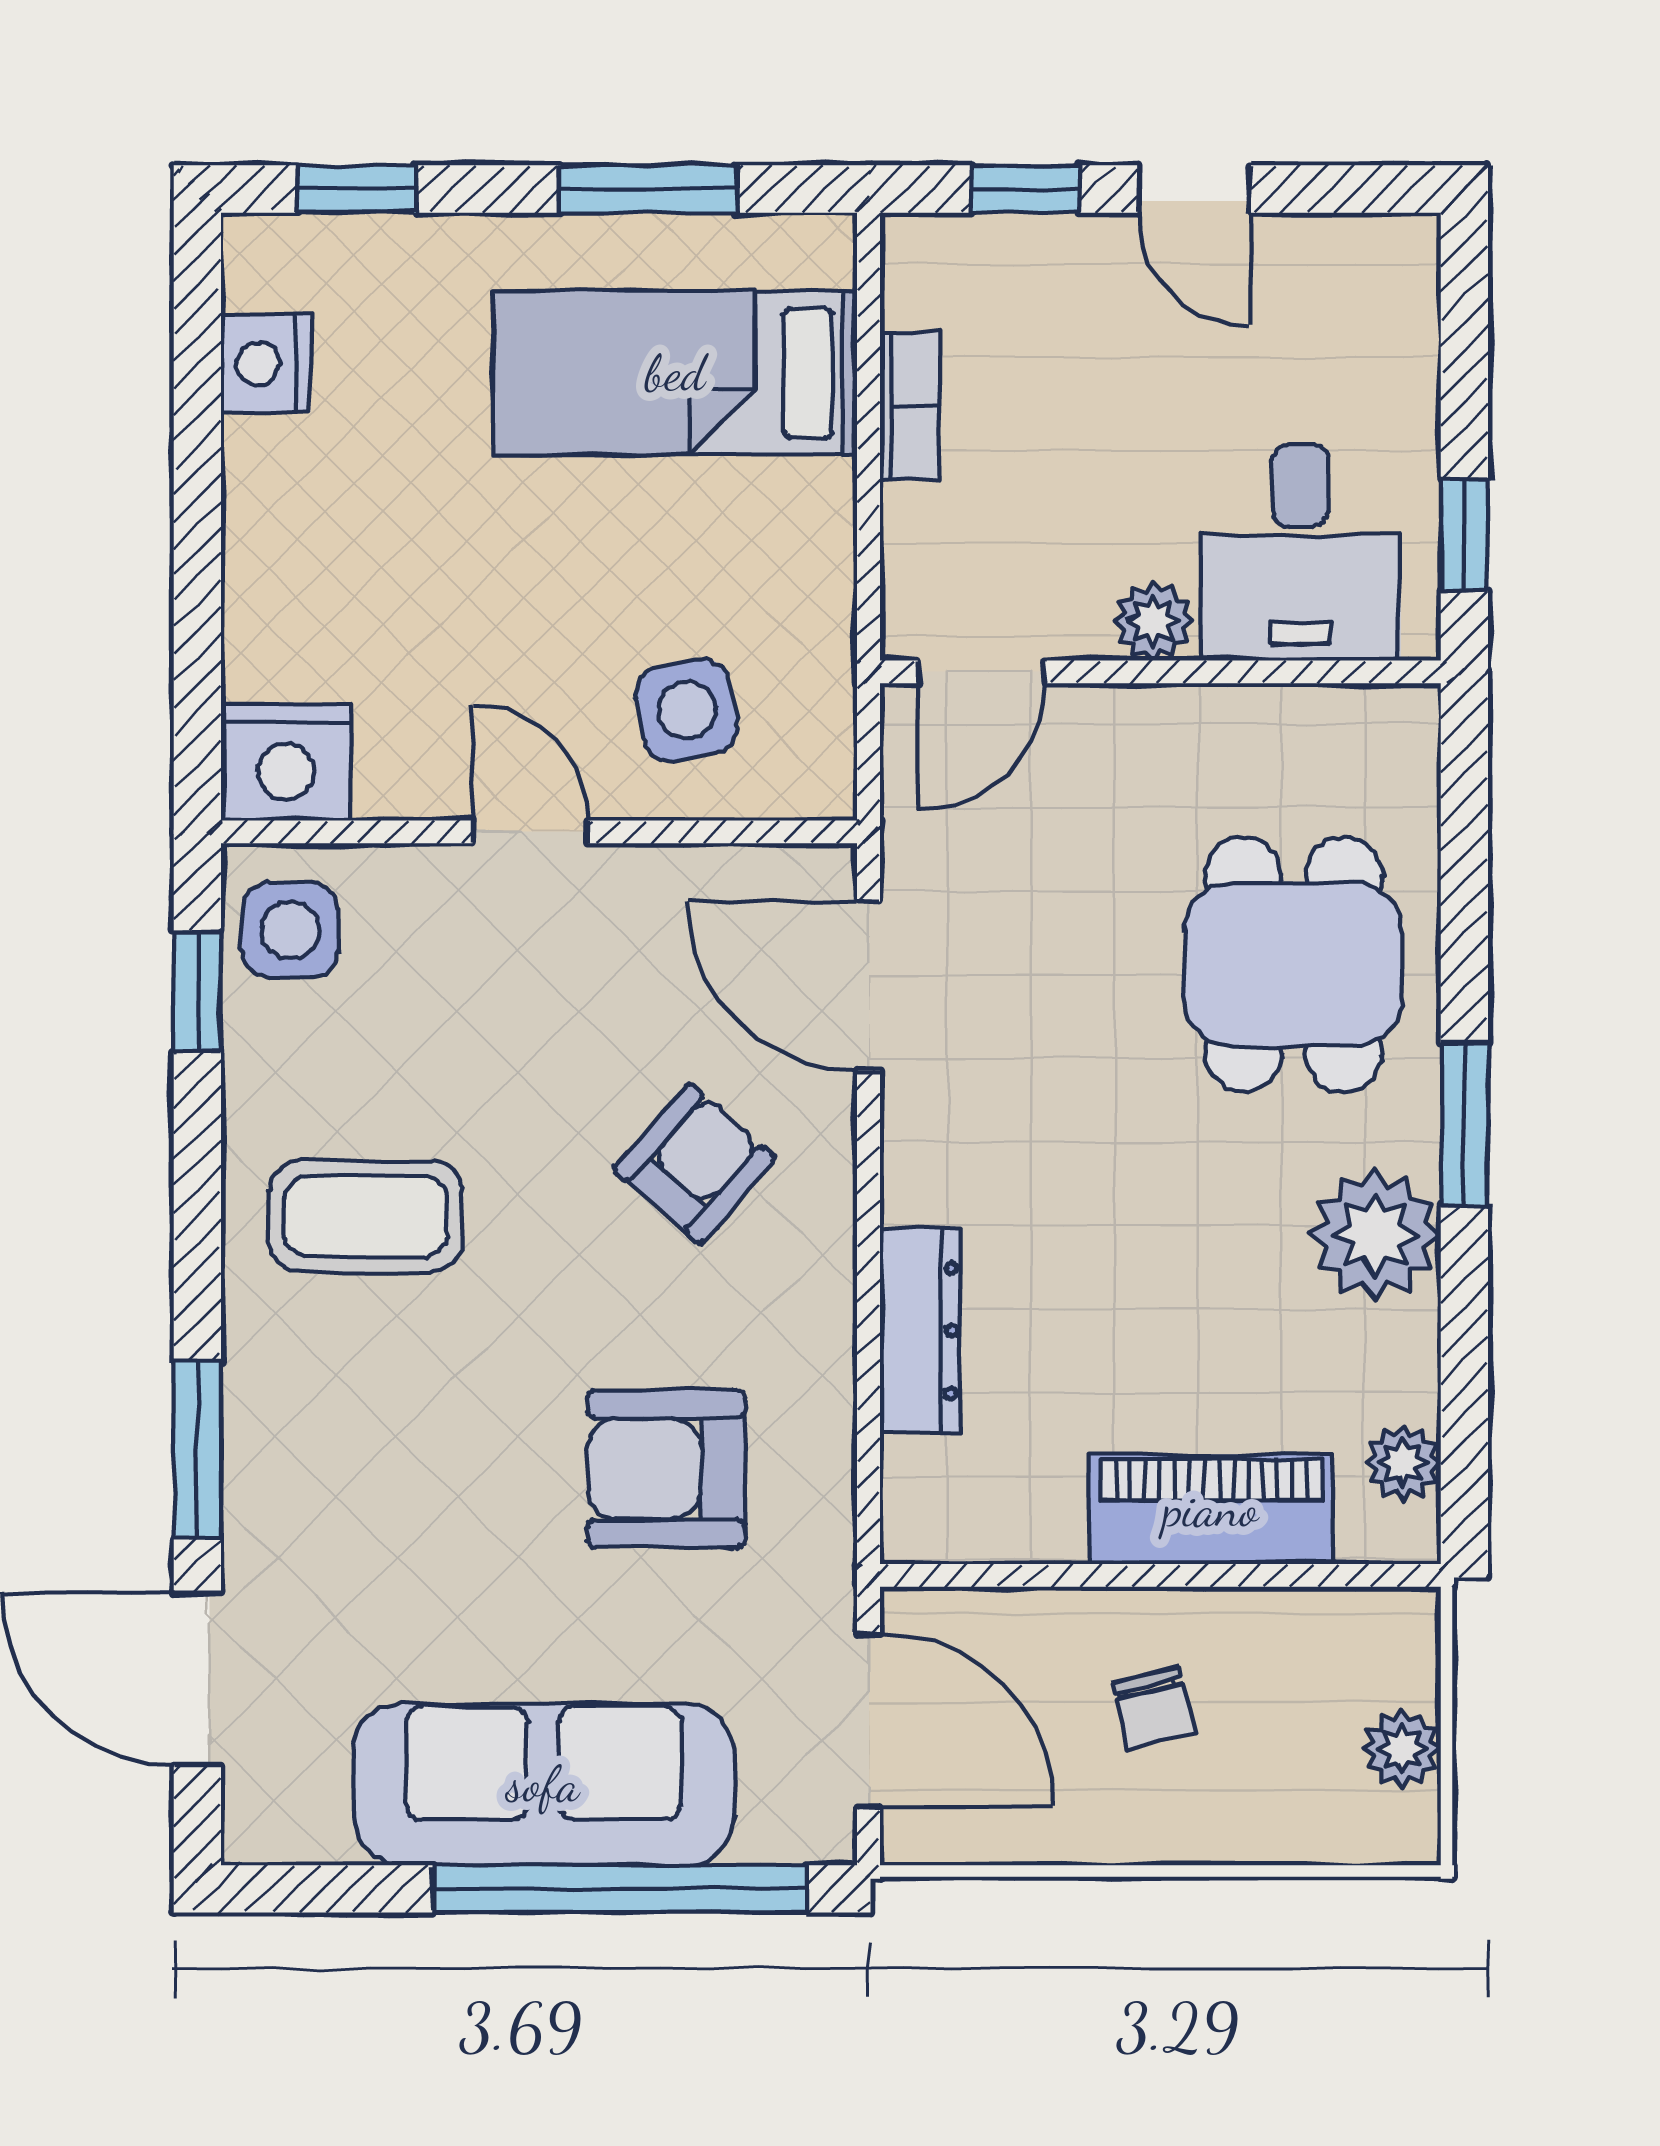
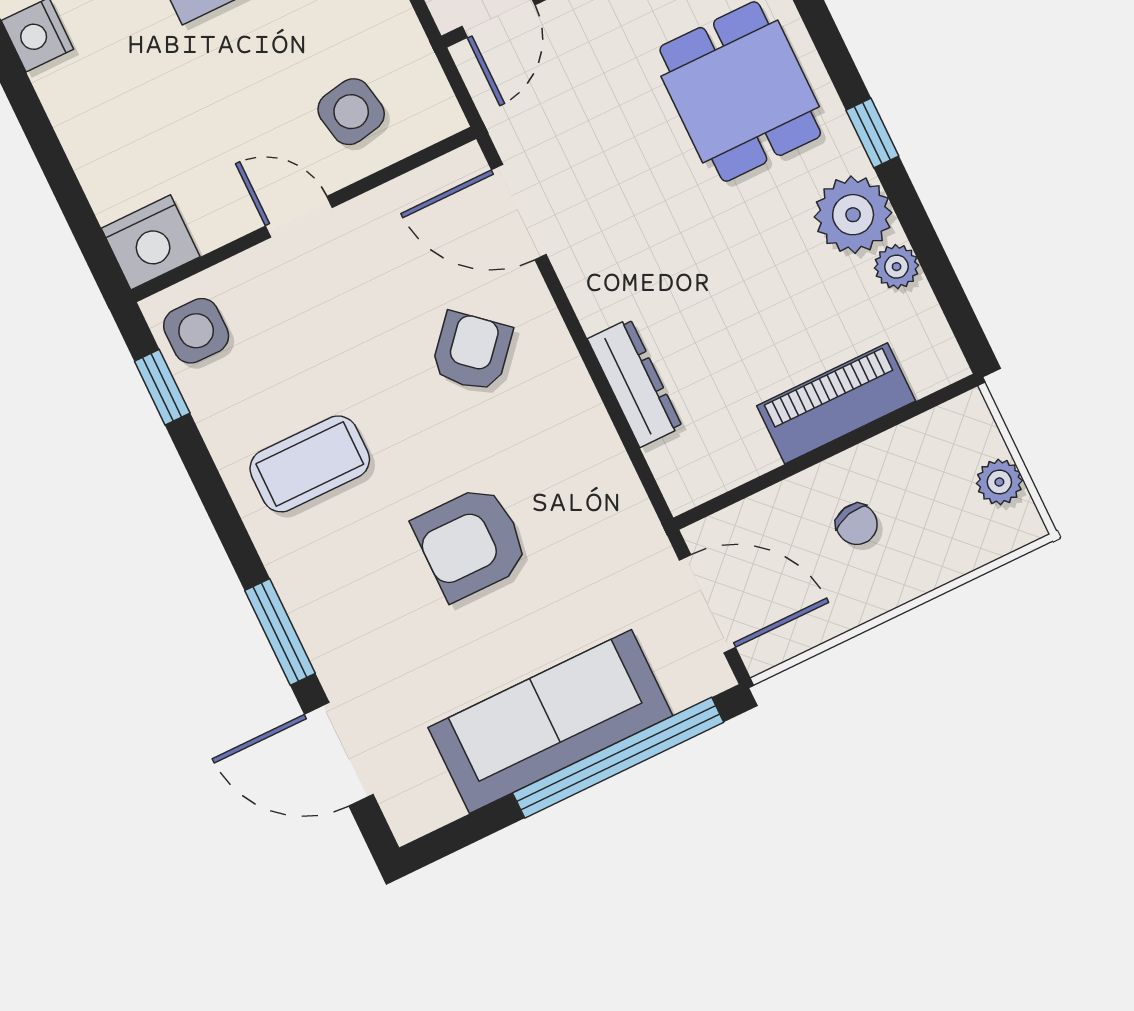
window: (1464, 1125) -> (872, 133), width x0.67
plant: (1403, 1463) -> (897, 267), moved
armchair: (666, 1469) -> (471, 543), moved

